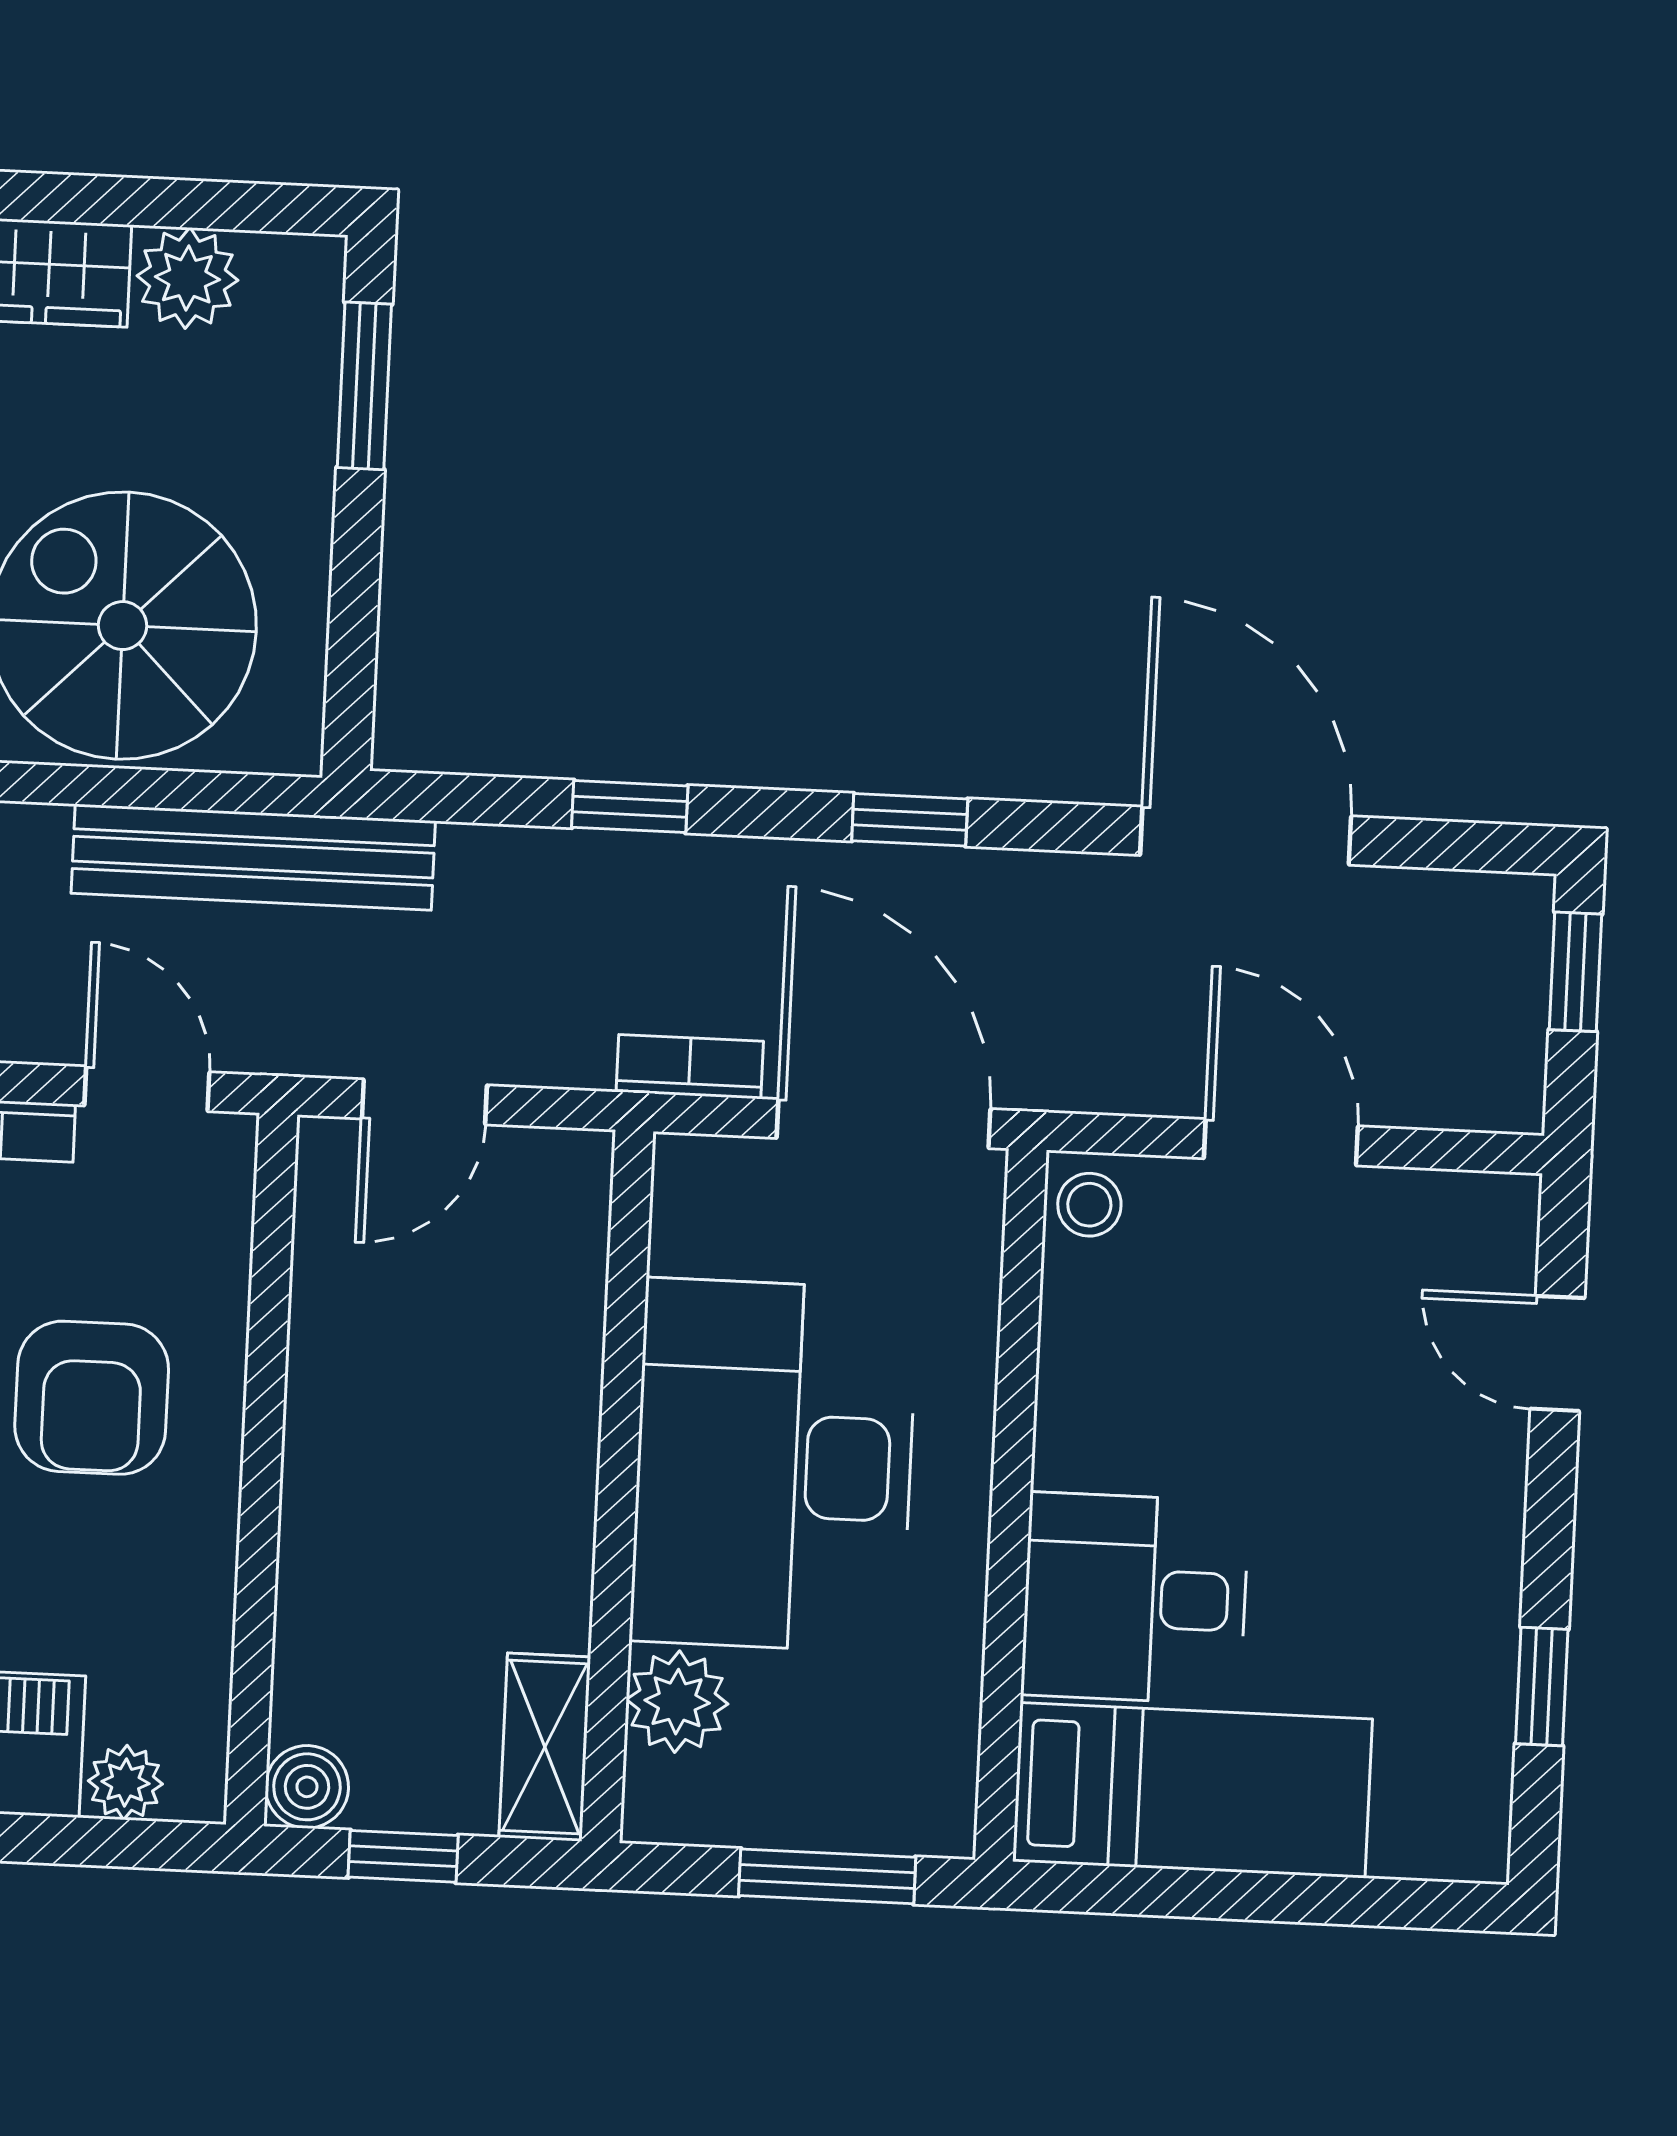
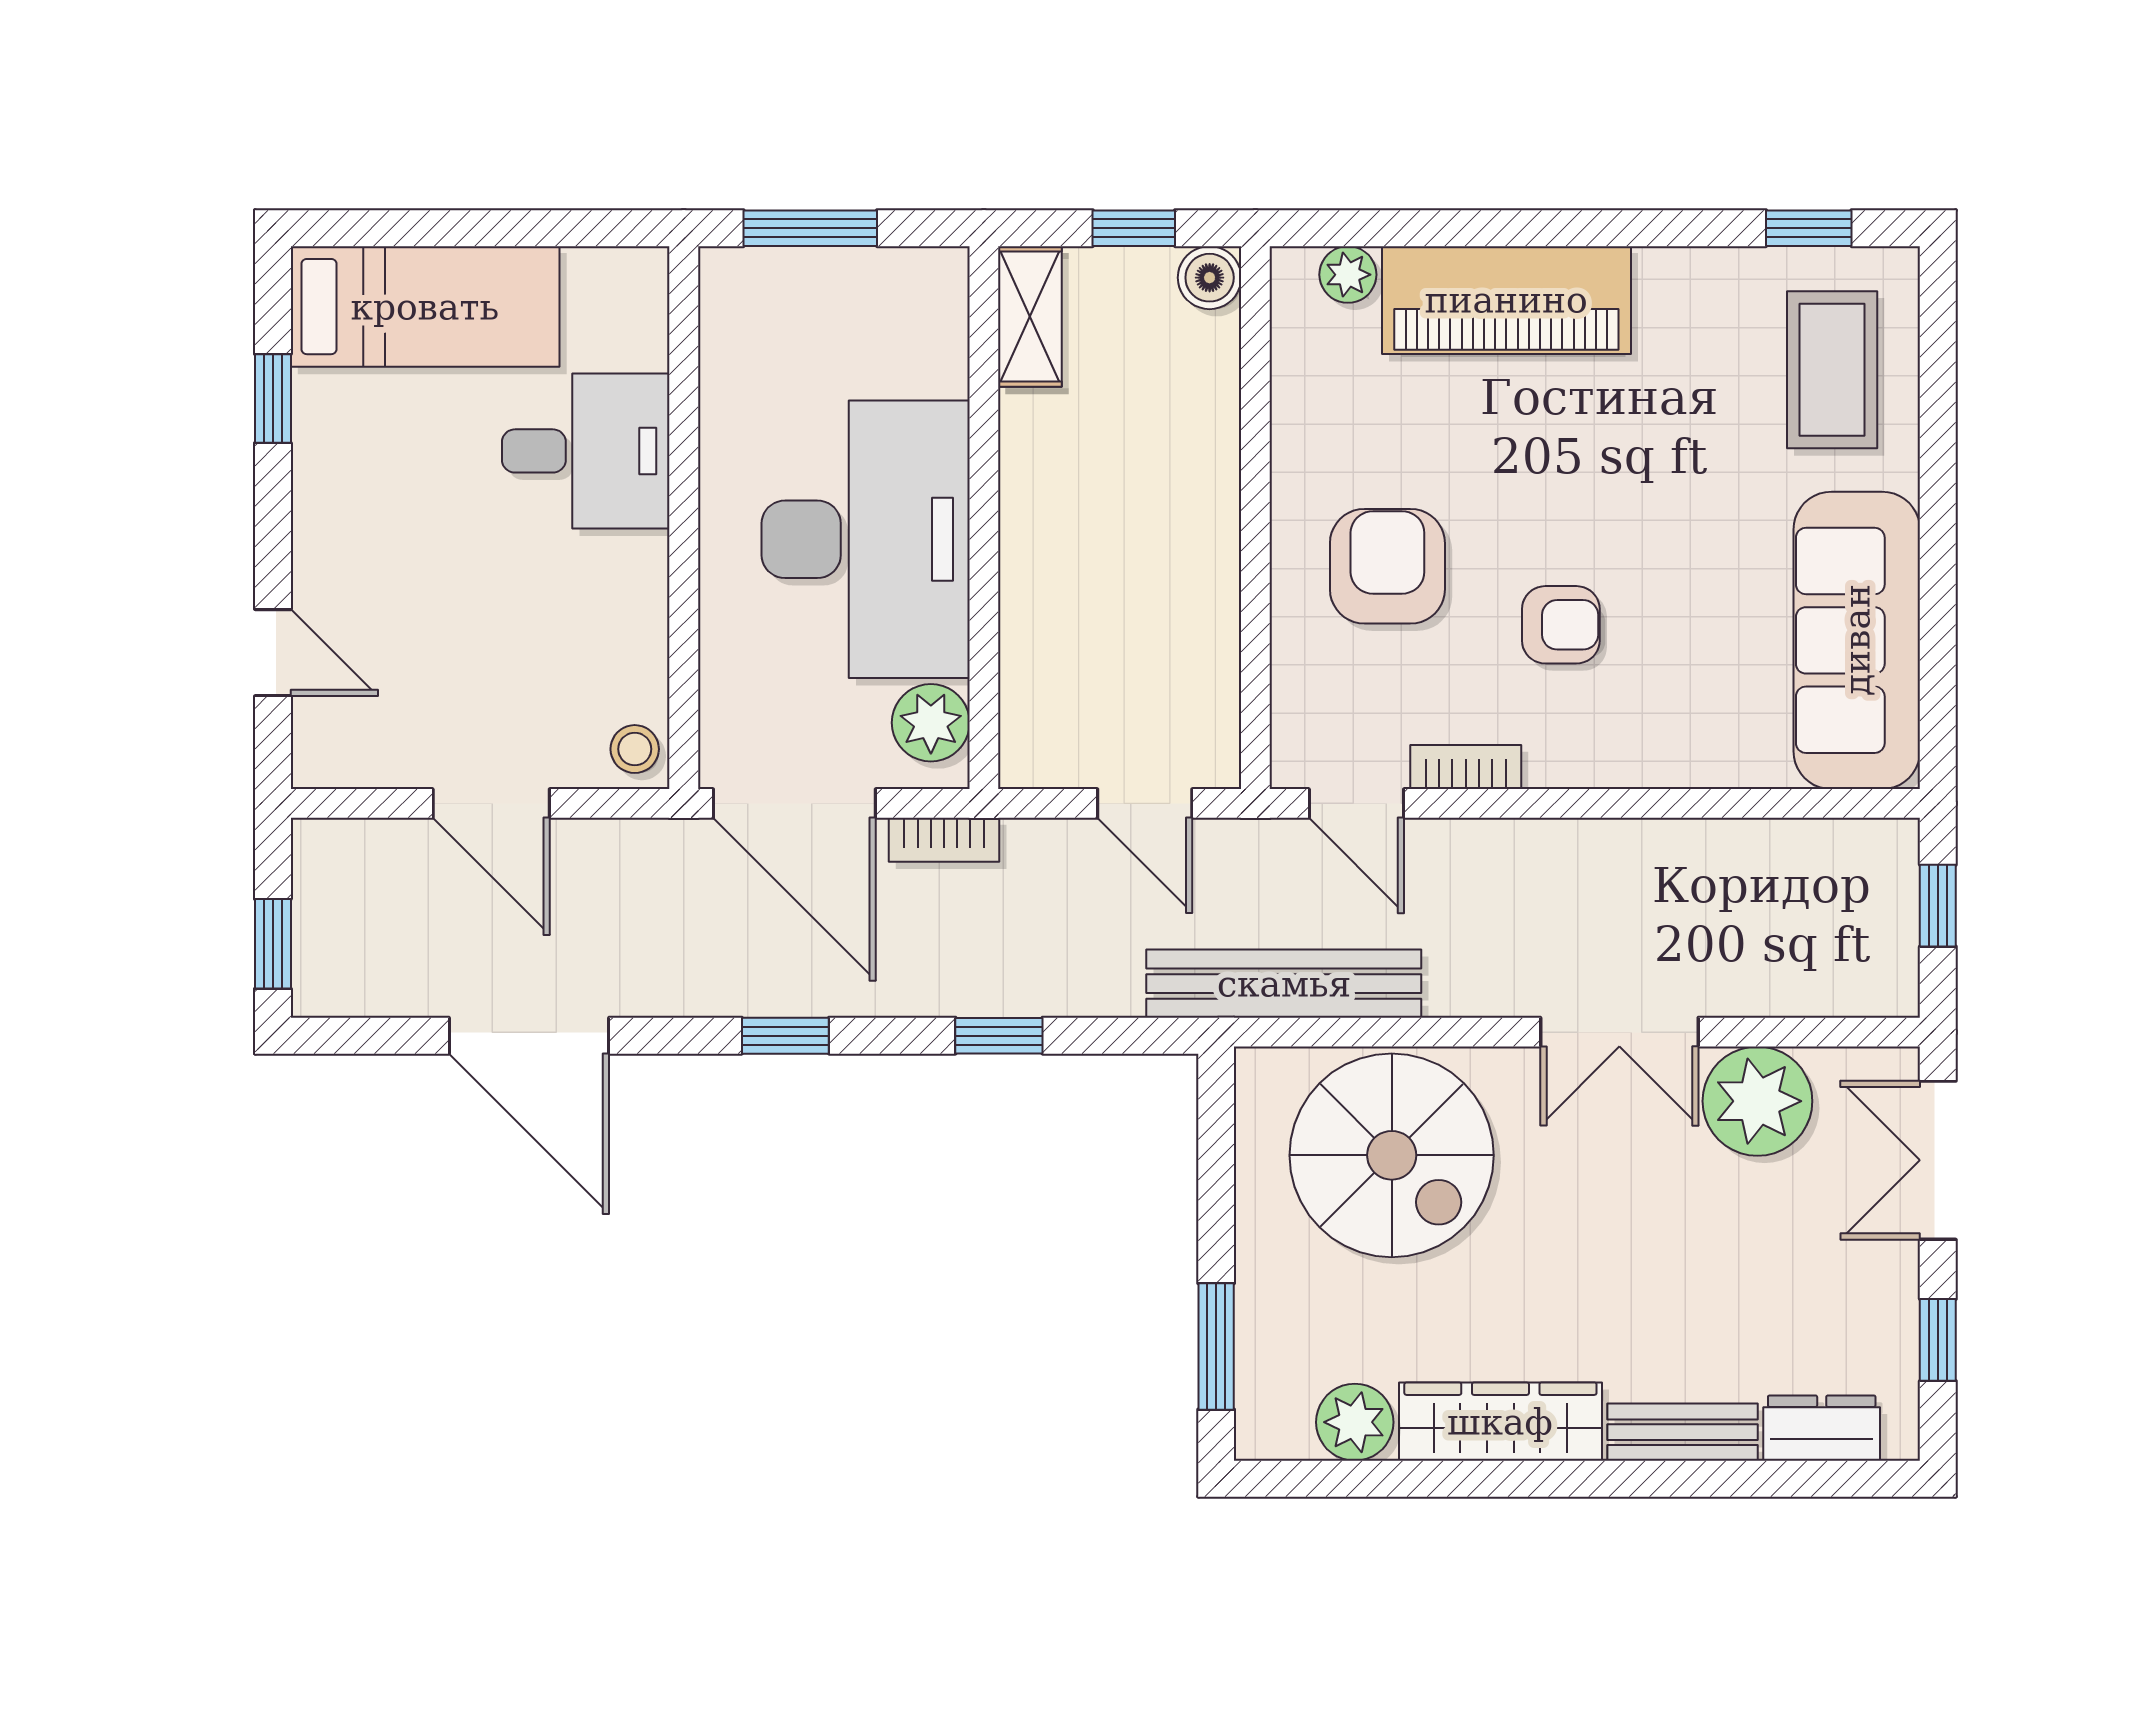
door: (424, 1102) -> (1145, 803), swing flipped
plant: (677, 1702) -> (931, 723), moved
bed: (1193, 1790) -> (425, 307), moved, turned 180

